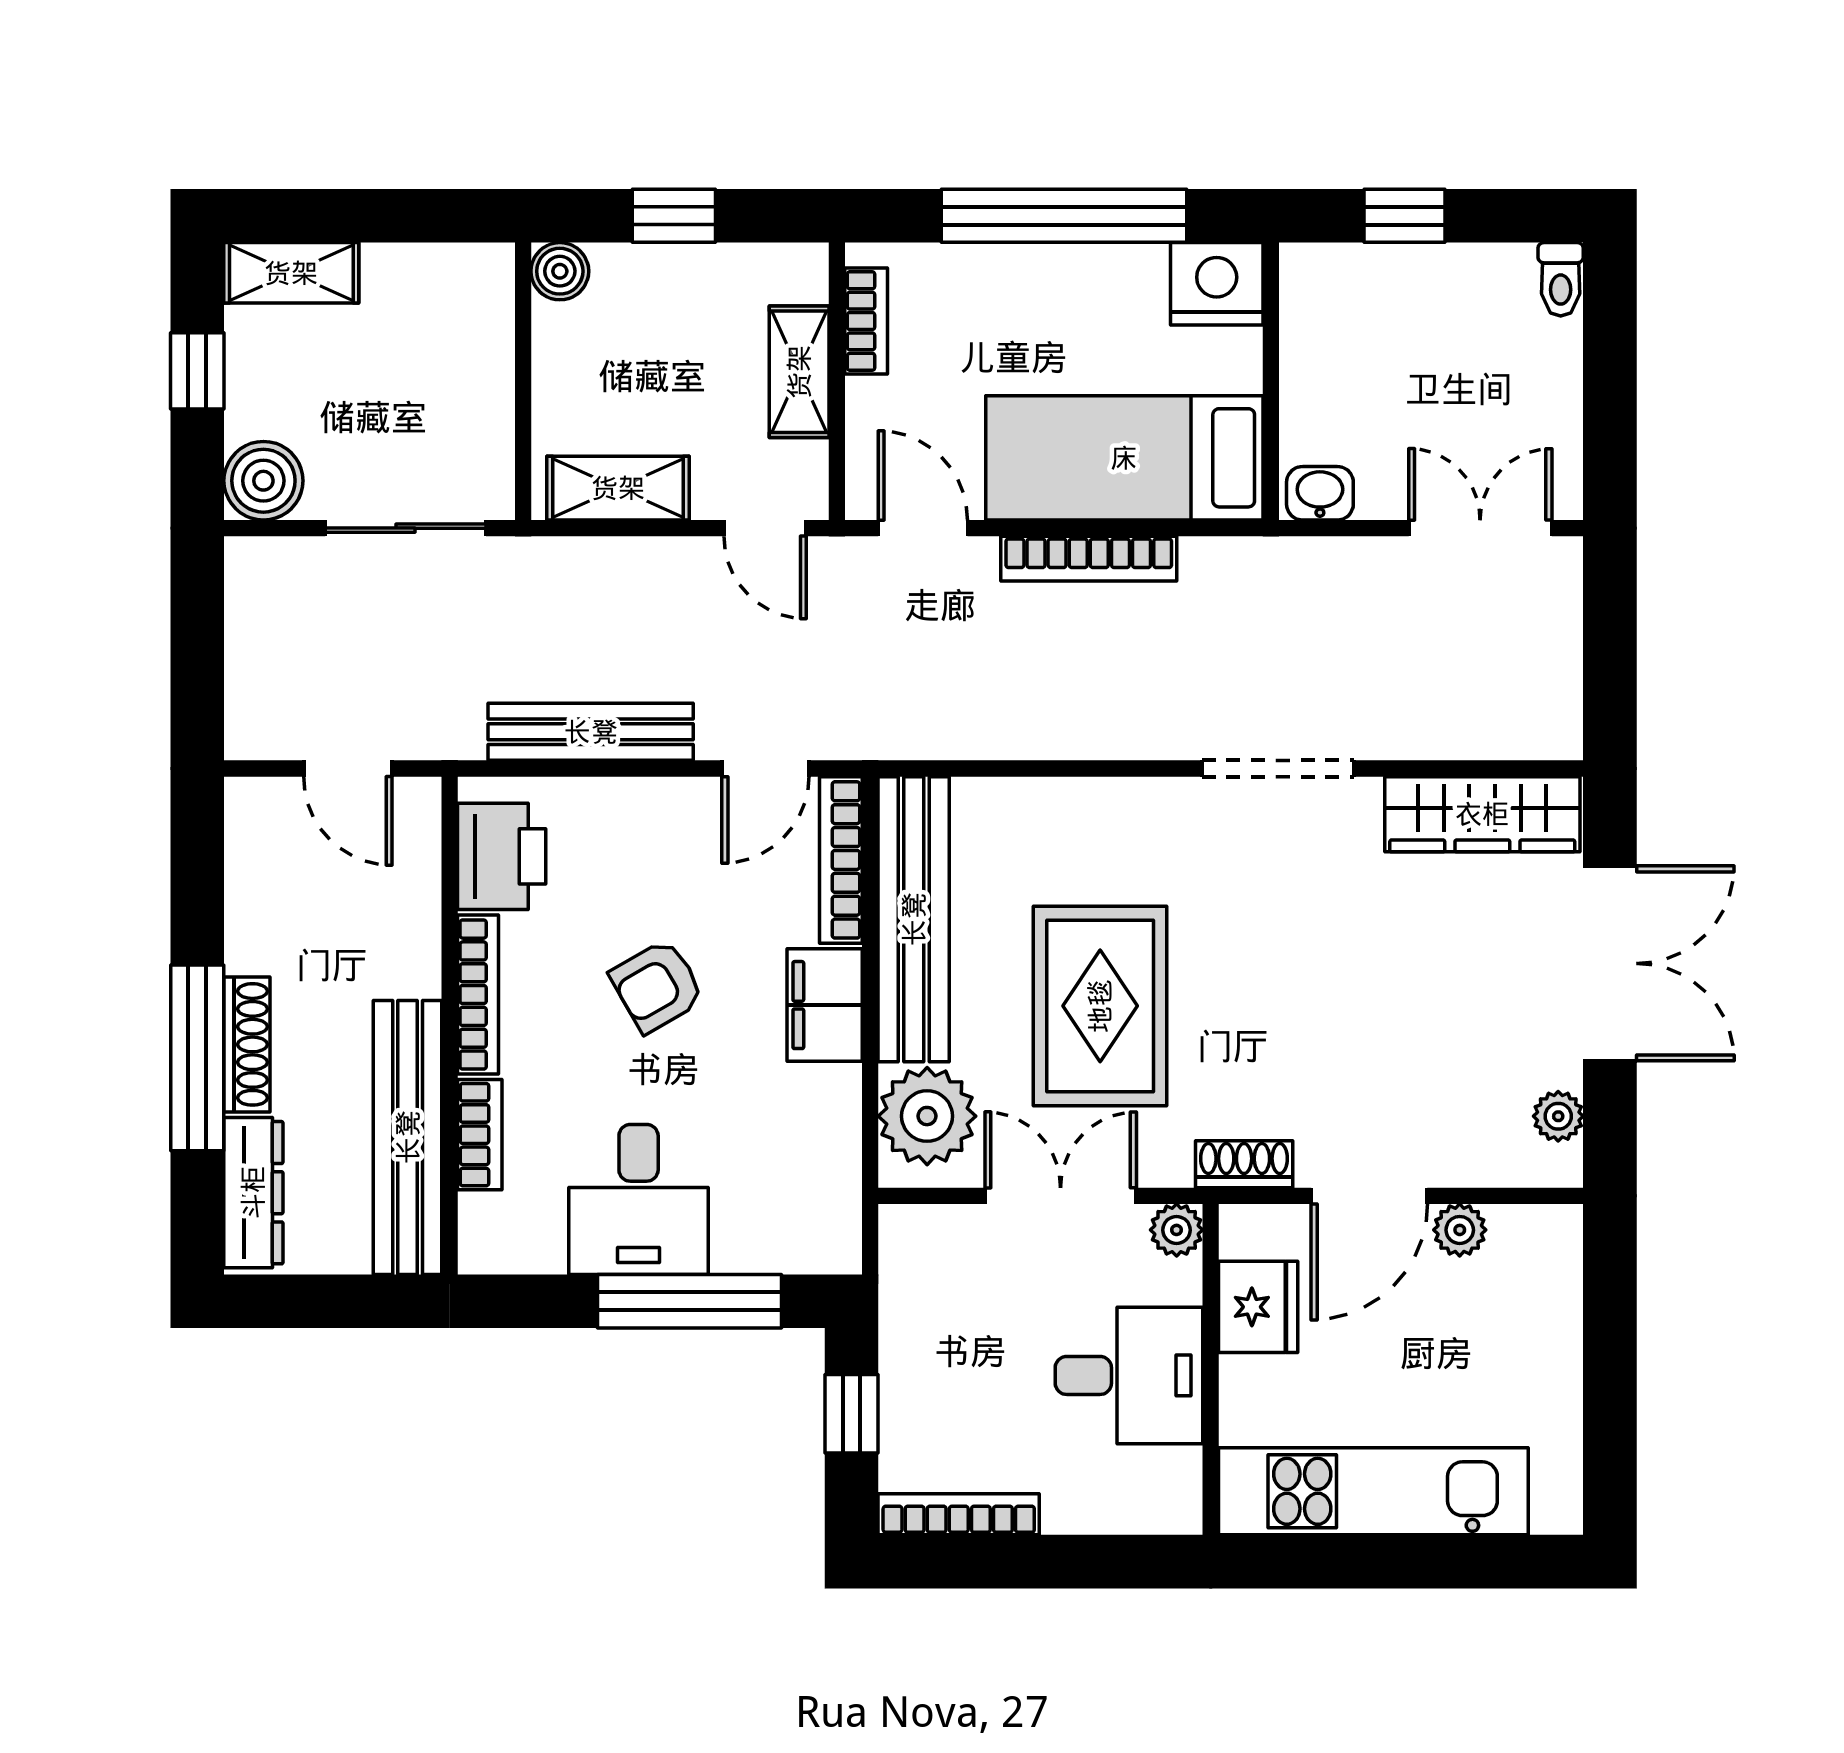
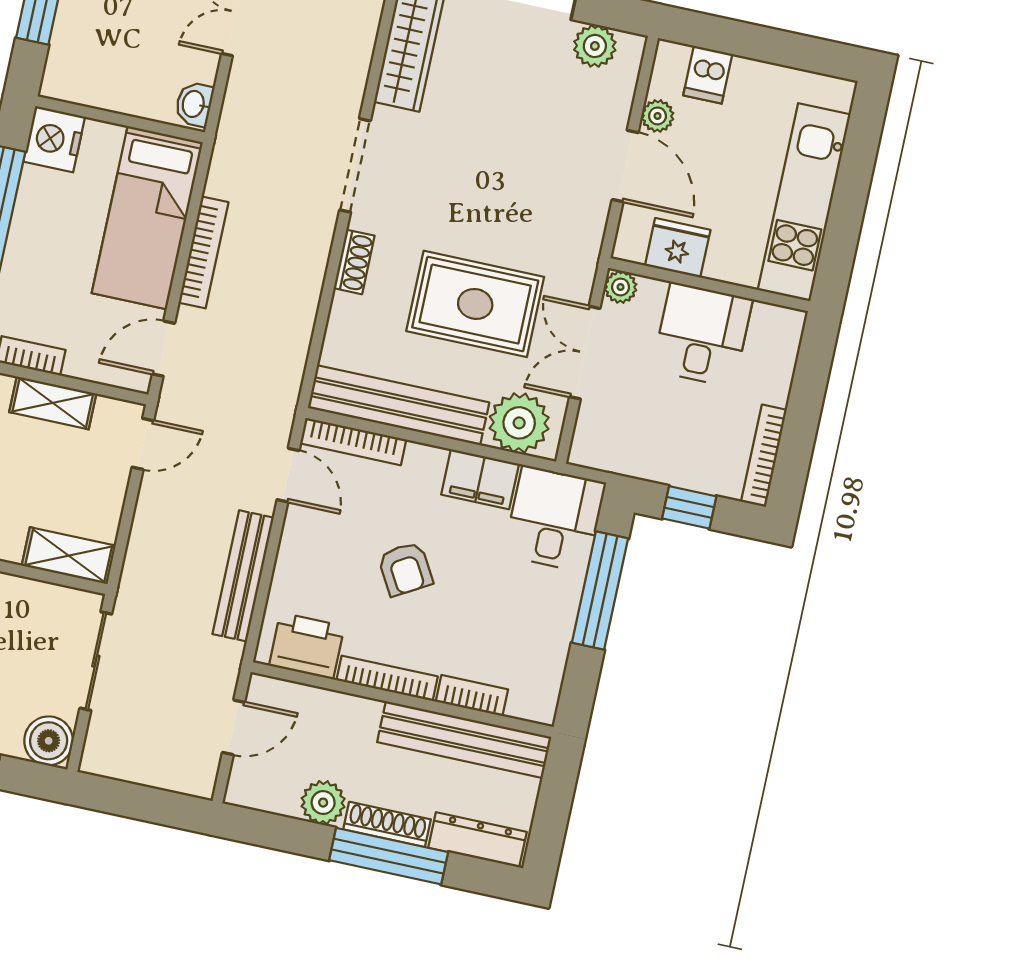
shelving: (618, 488) -> (69, 556), moved, turned 90
plant: (260, 936) -> (323, 803), added
filing cabinet: (825, 1005) -> (480, 479), moved
plant: (1558, 1116) -> (595, 46), width x1.38, depth x1.38
shoe rack: (1244, 1164) -> (354, 262), moved, turned 180
desk: (639, 1199) -> (555, 519), moved, turned -90
dishwasher: (1542, 1295) -> (708, 75), added

